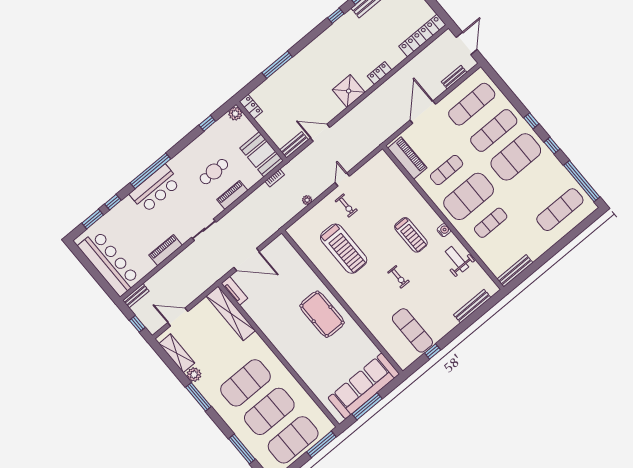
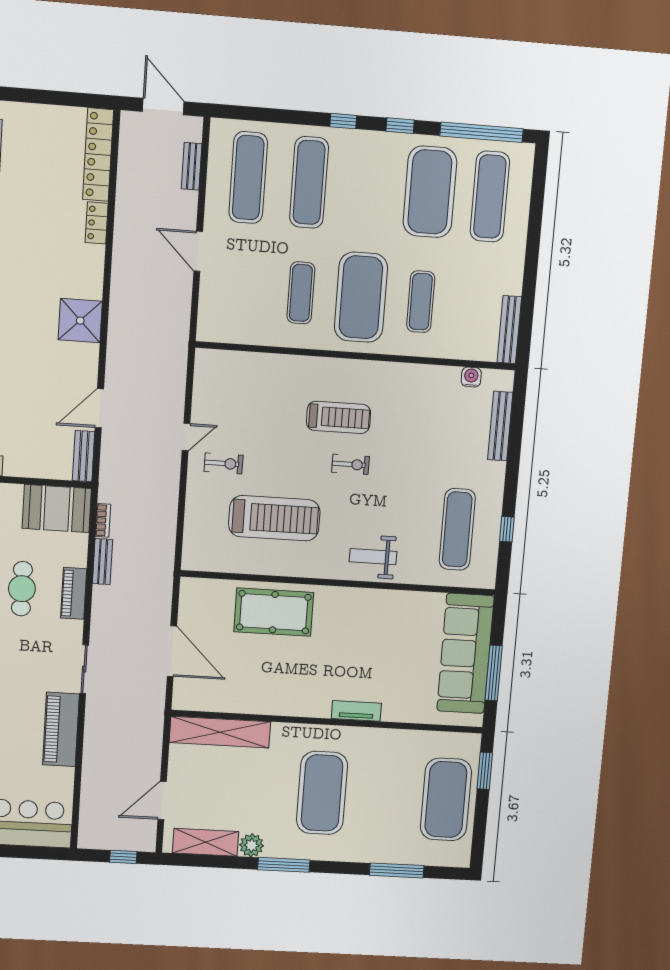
locker: (380, 73) -> (97, 223), moved
door: (423, 112) -> (198, 251), width x0.73
exercise mat: (516, 157) -> (430, 192), moved
piano: (407, 158) -> (238, 328), removed
door: (342, 179) -> (186, 437), swing flipped
plant: (307, 200) -> (170, 506), removed
water cooler: (444, 230) -> (471, 377), moved
piano: (166, 250) -> (61, 729), width x1.37, depth x1.33
weight bench: (457, 259) -> (373, 557), moved
door: (247, 260) -> (172, 651), hinge flipped
exercise bike: (398, 277) -> (351, 464), moved
tv unit: (234, 291) -> (356, 711), moved
bench: (136, 296) -> (103, 562), moved
pool table: (322, 314) -> (274, 612), moved
exercise mat: (412, 330) -> (457, 529), turned 90
exercise mat: (269, 411) -> (384, 796), removed
window: (321, 444) -> (485, 771), width x0.69

